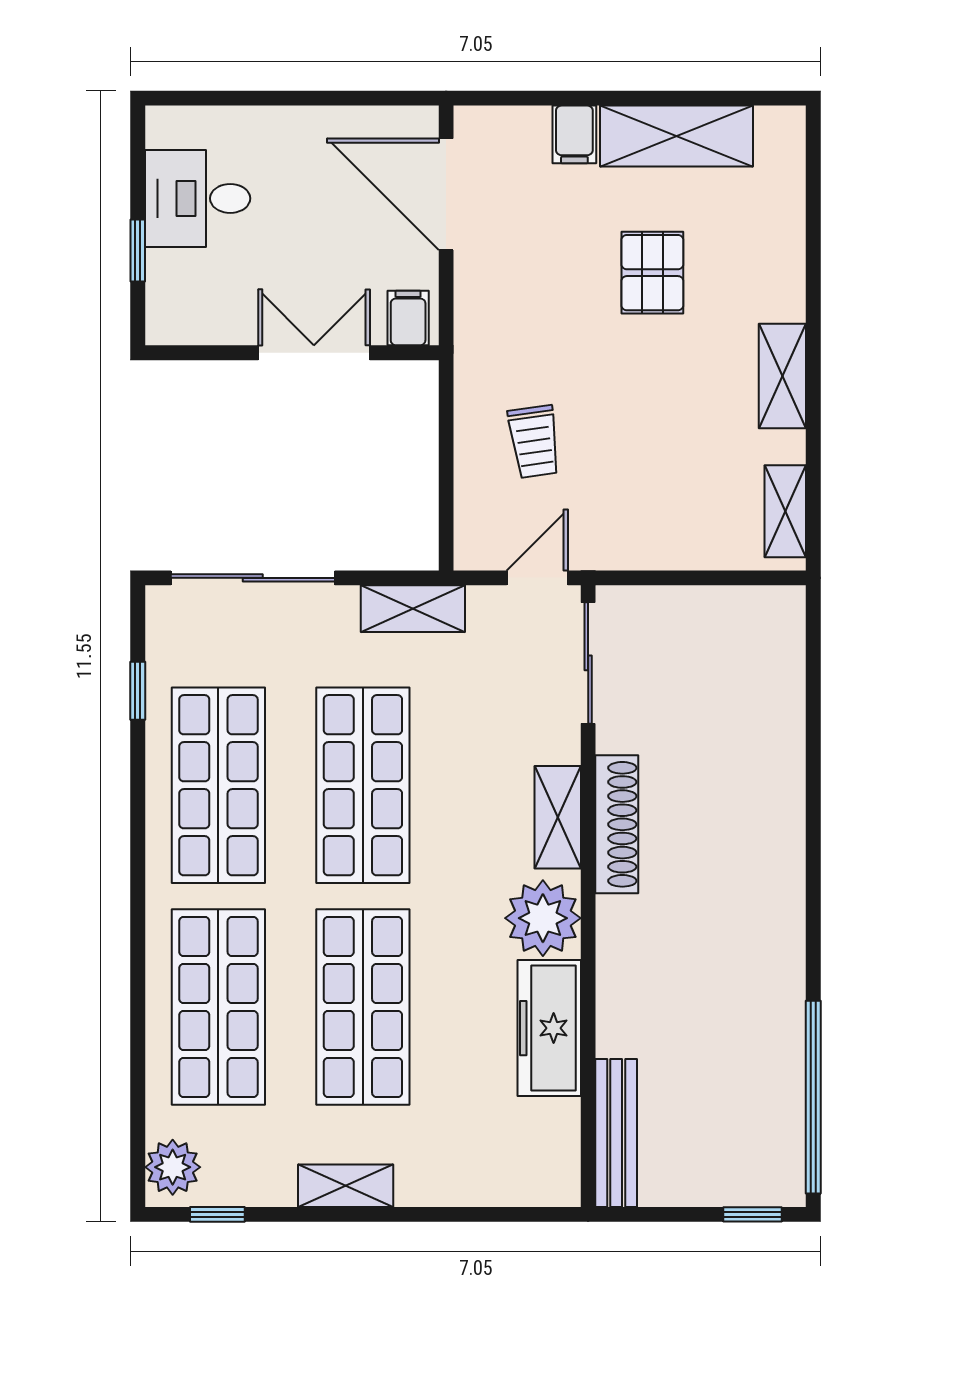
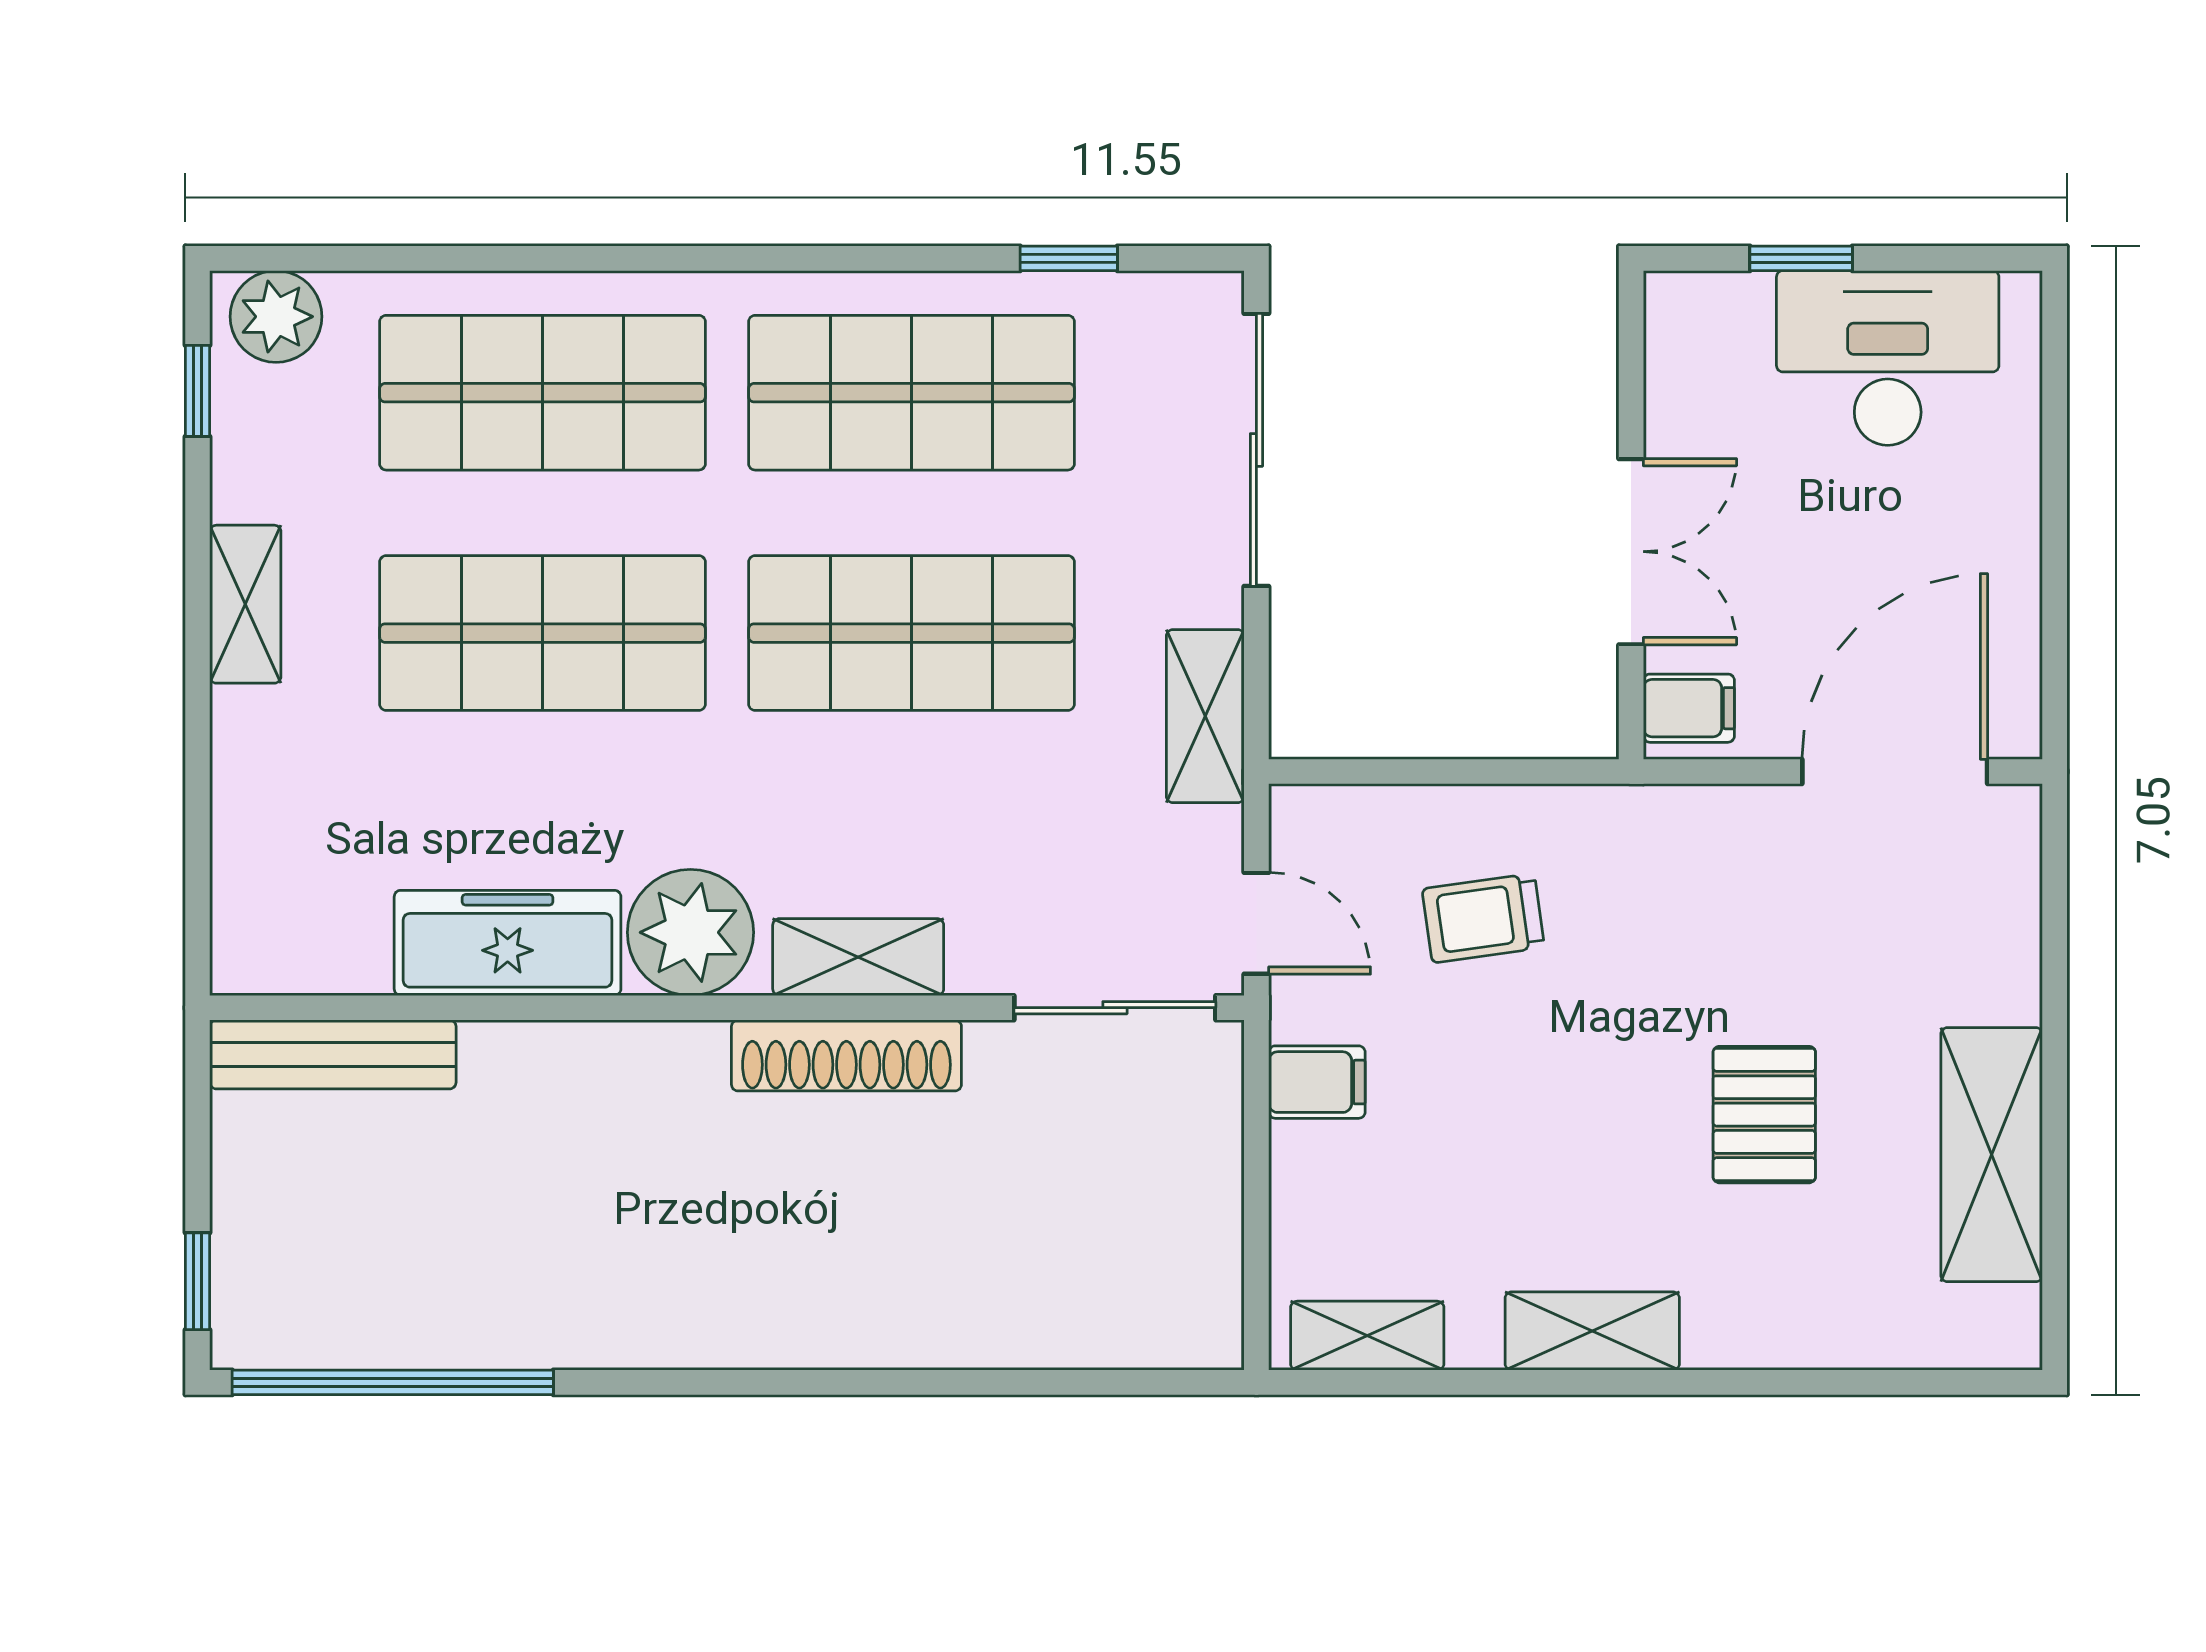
filing cabinet: (574, 134) -> (1317, 1082), moved, turned 180
desk: (198, 198) -> (1888, 358), width x1.37
pallet: (652, 273) -> (1764, 1115), turned 90

